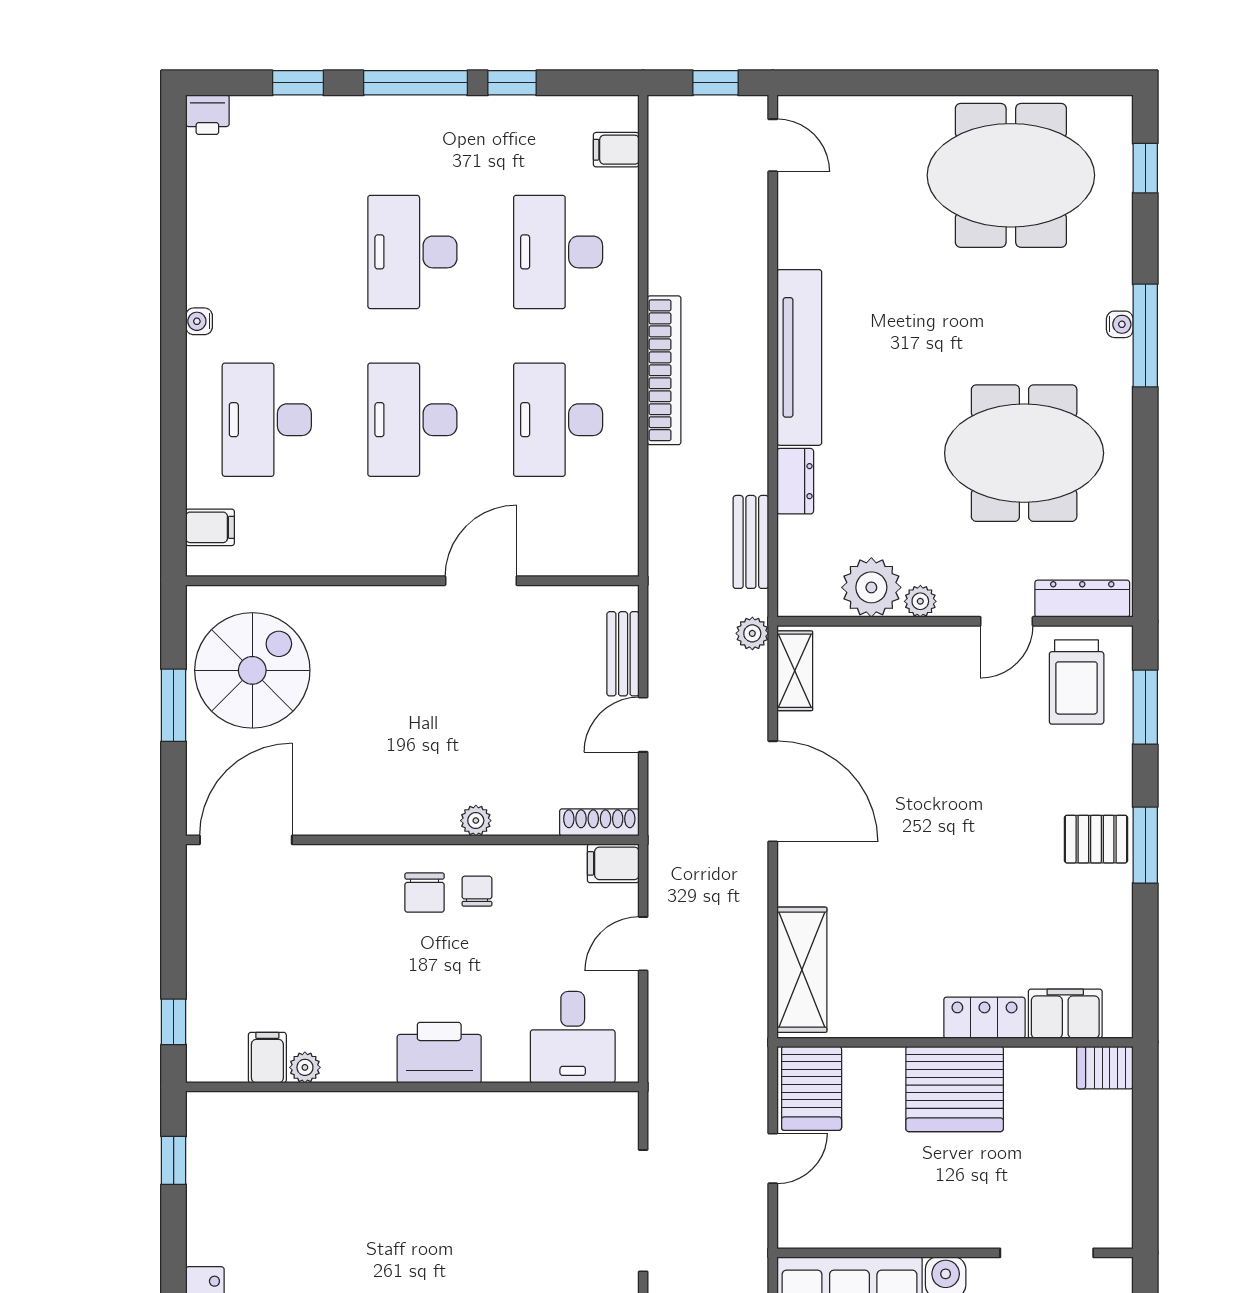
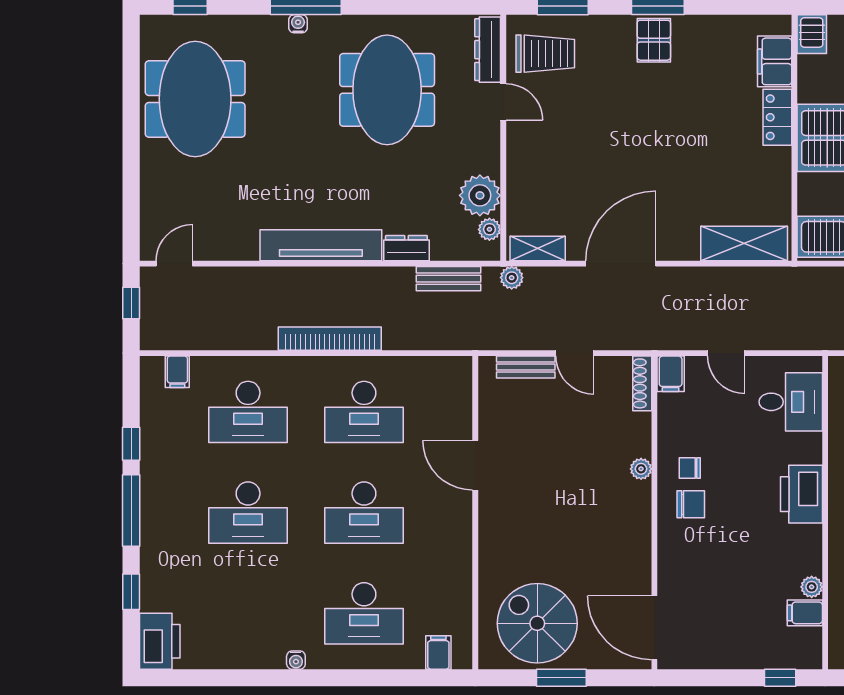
printer: (207, 115) -> (160, 641), width x1.87, depth x1.48
plant: (920, 601) -> (489, 229), moved

